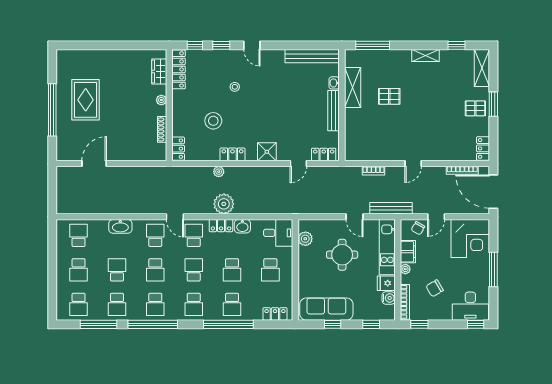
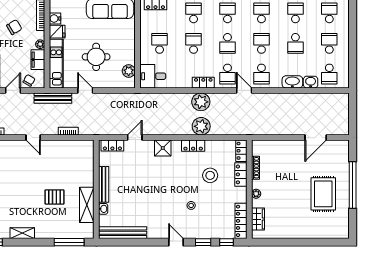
locker: (179, 122) -> (241, 174), added
door: (413, 164) -> (33, 138), swing flipped
plant: (219, 172) -> (201, 126), width x1.88, depth x1.88
washbasin: (242, 226) -> (311, 82), moved

